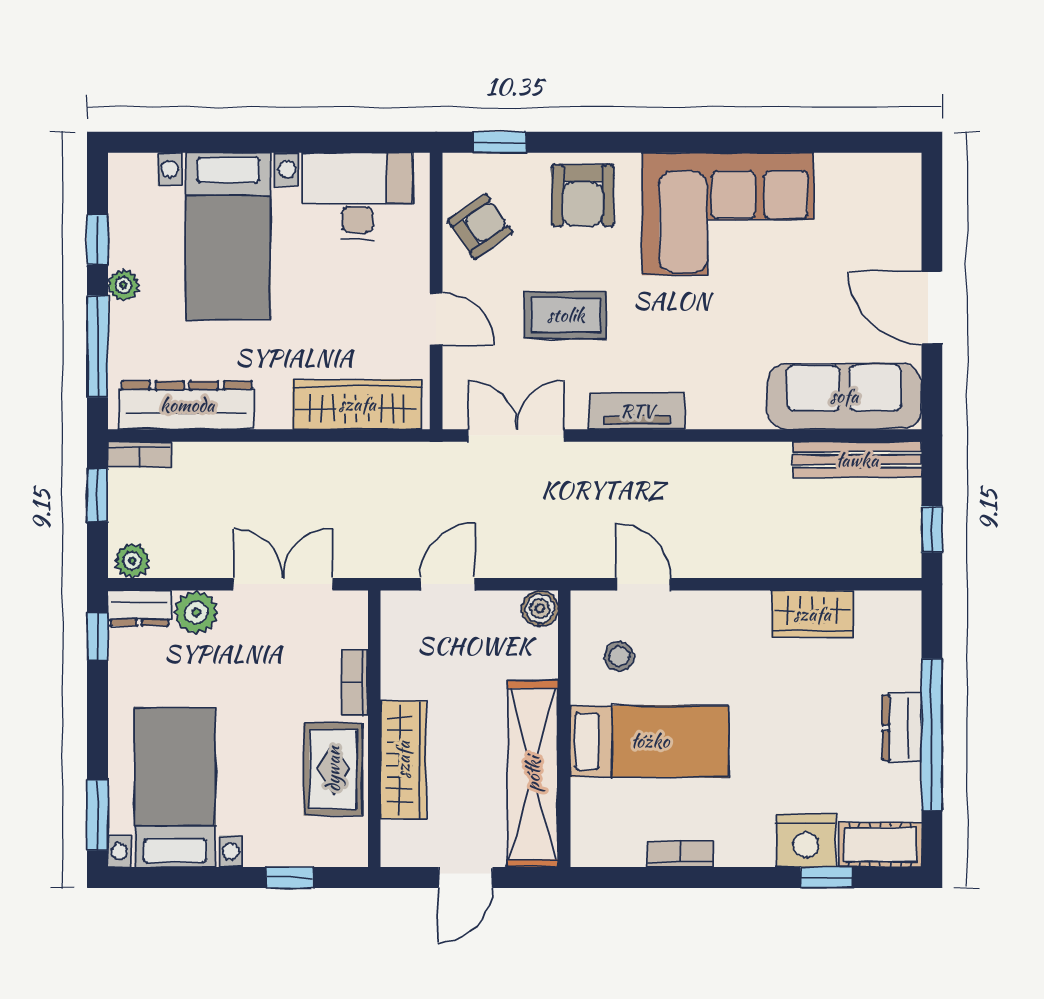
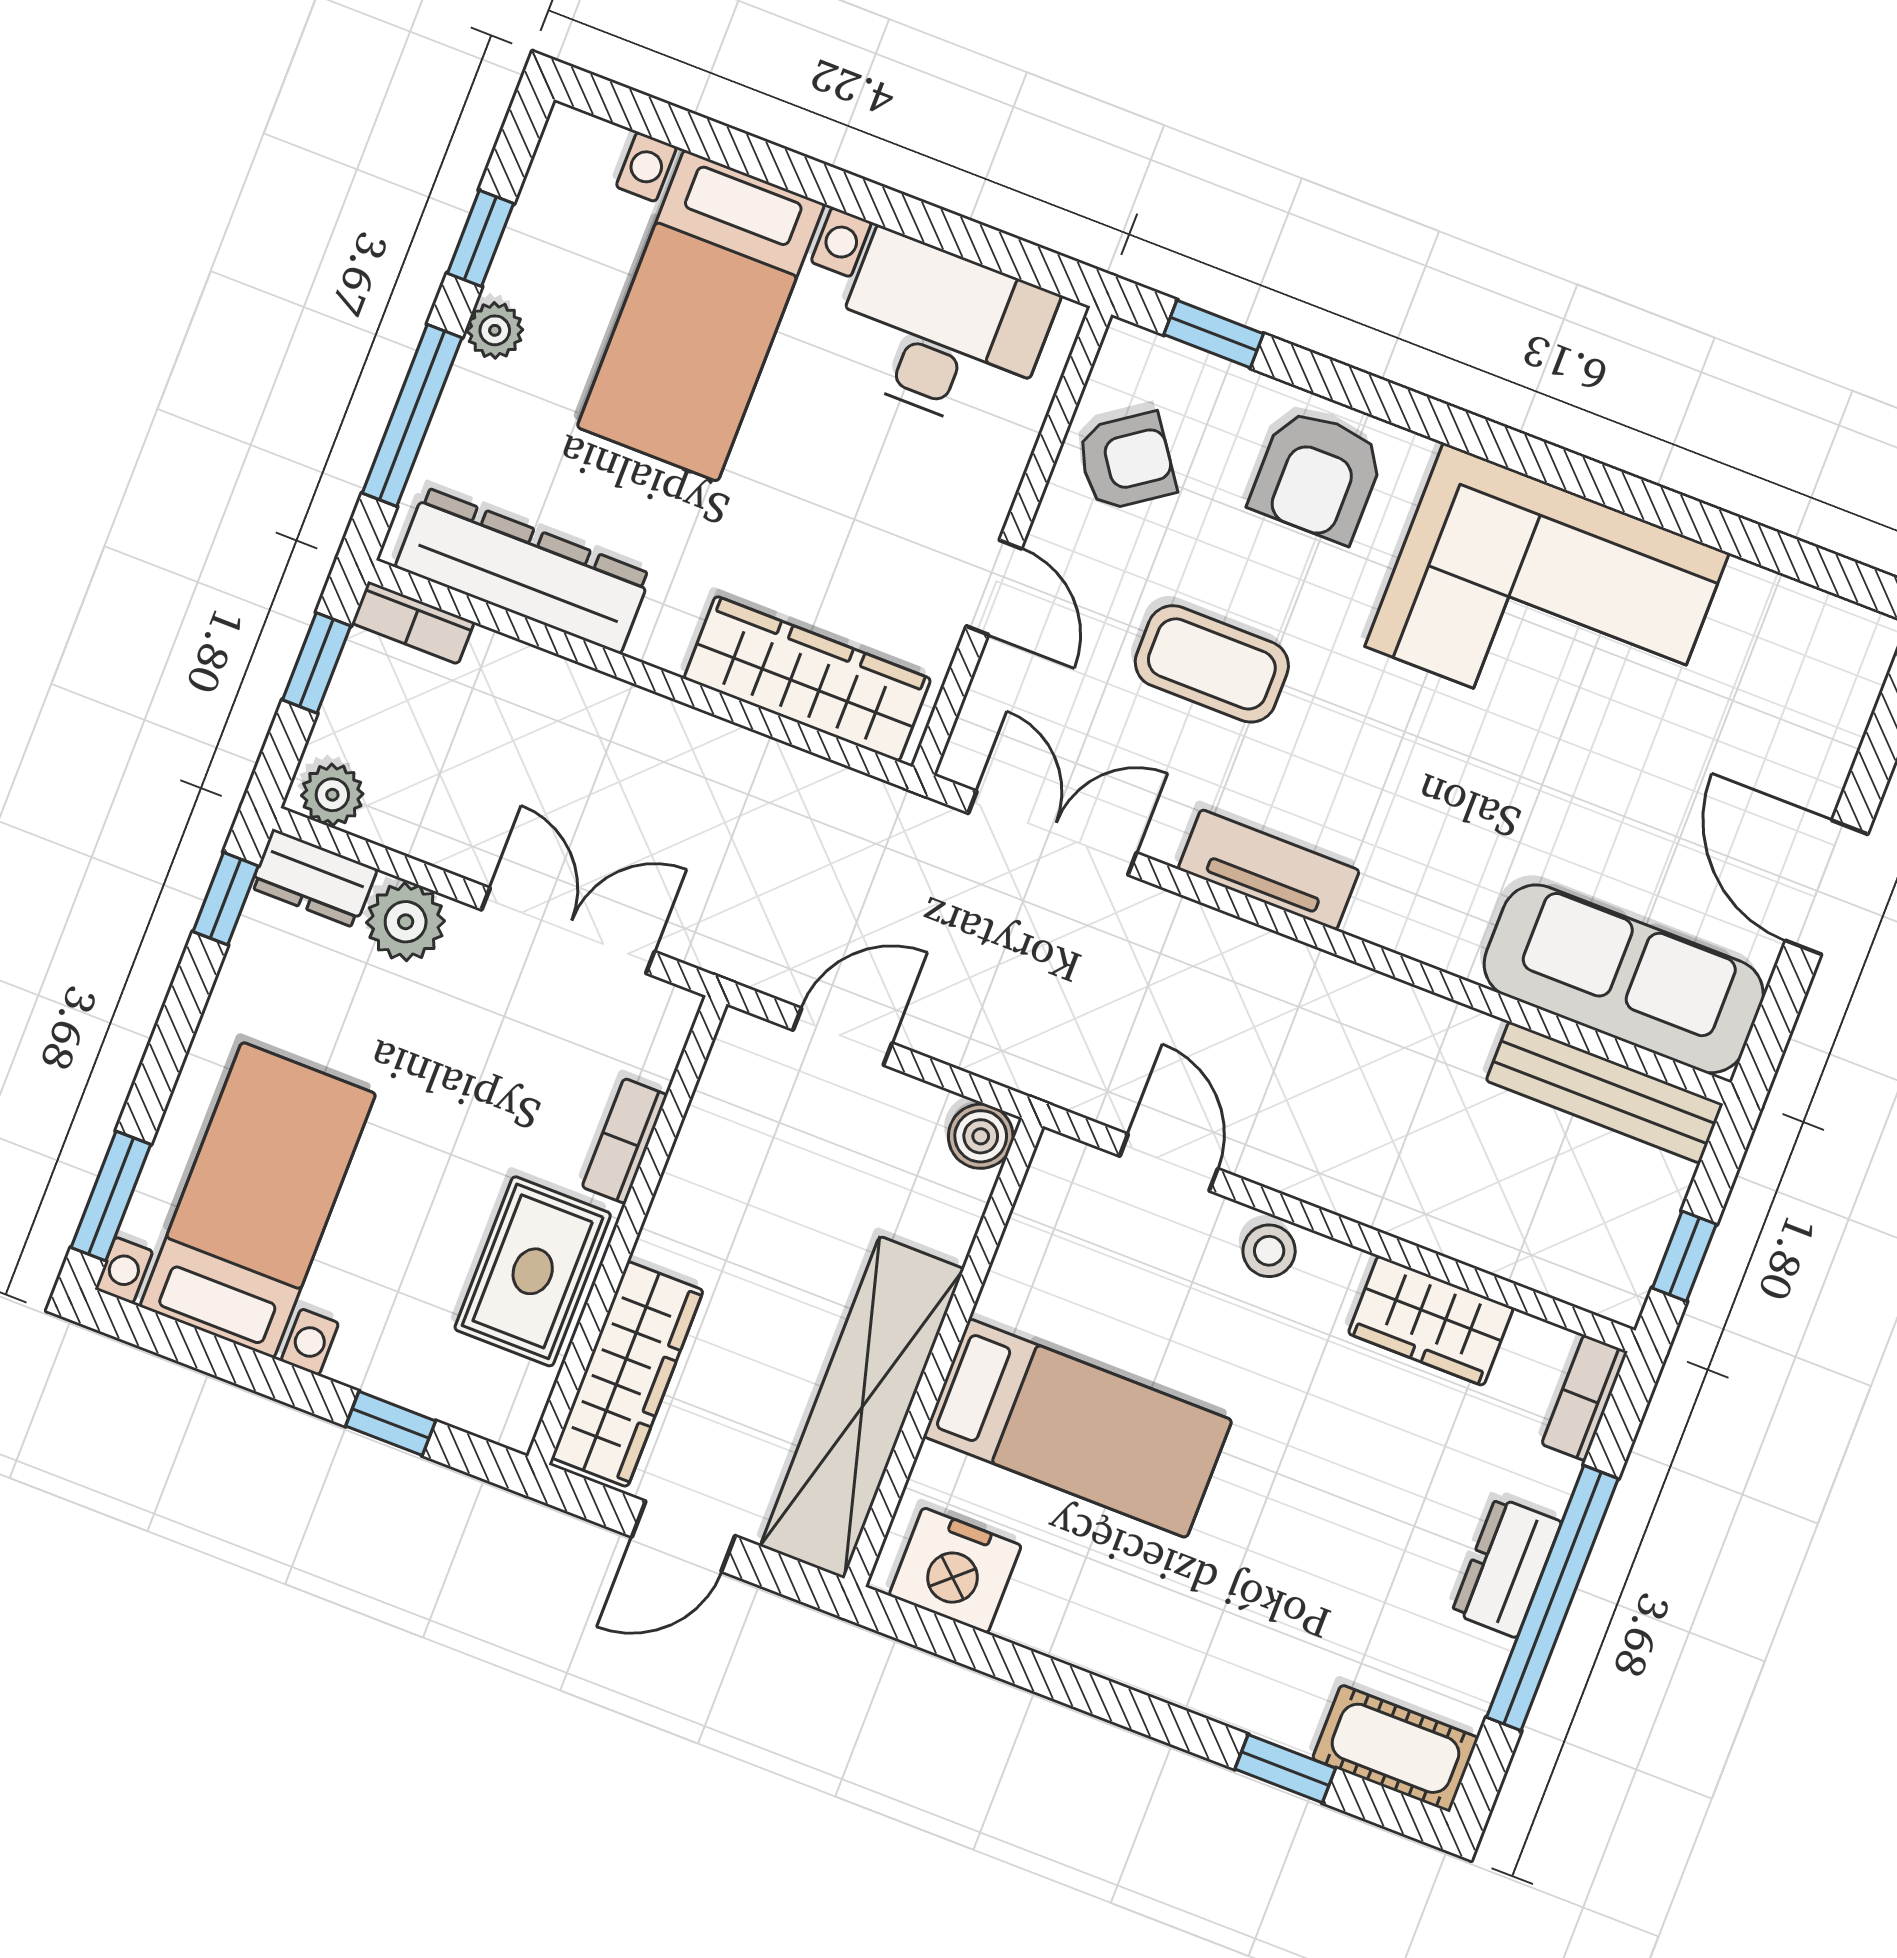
stool: (619, 656) -> (1269, 1251), moved
wardrobe: (403, 760) -> (627, 1374), moved
nightstand: (806, 841) -> (955, 1570), moved
bookcase: (680, 854) -> (1585, 1398), moved, turned -90

